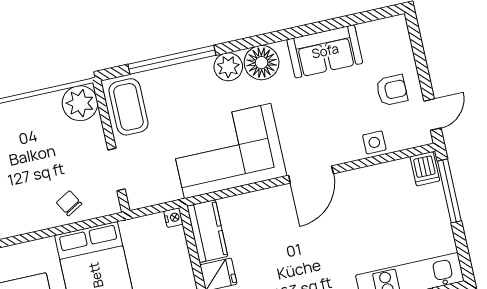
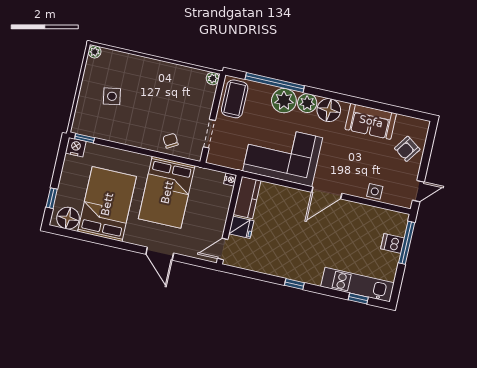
plant: (196, 78) -> (284, 101), added
armchair: (392, 90) -> (407, 149), moved, turned 125
plant: (80, 103) -> (213, 78), width x0.53, depth x0.53
dishwasher: (425, 169) -> (393, 243), moved, turned 90

